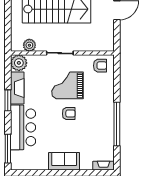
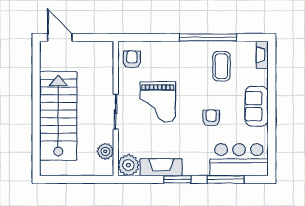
armchair: (69, 114) -> (211, 118), moved
bar counter: (23, 127) -> (239, 160), moved
coffee table: (95, 134) -> (221, 66), added
window: (8, 149) -> (226, 179), moved

